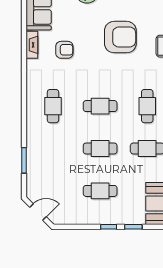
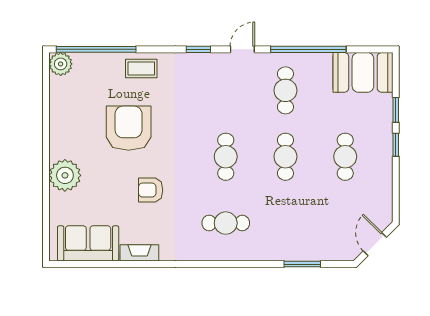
armchair: (64, 50) -> (151, 190), moved, turned -90
cafe table: (147, 106) -> (226, 90), removed

